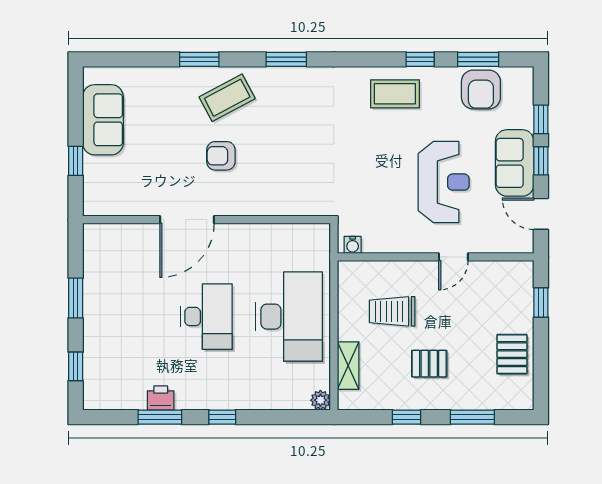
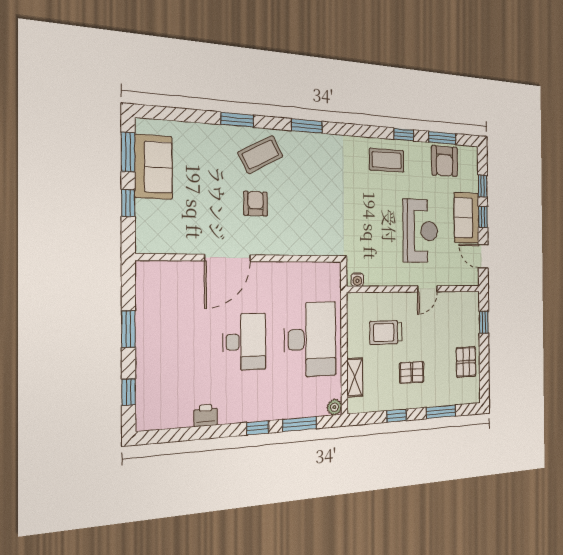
window: (76, 105) -> (128, 152), added
armchair: (221, 156) -> (256, 204), turned 90
window: (160, 417) -> (300, 424), moved

